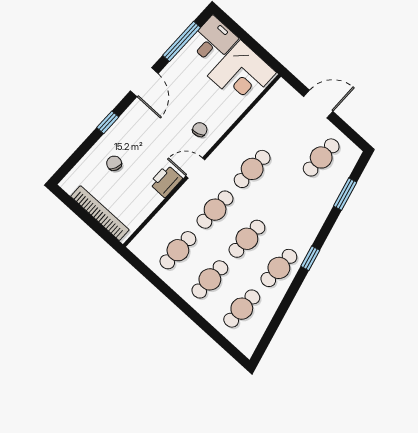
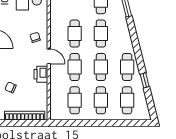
door: (195, 168) -> (49, 56), swing flipped
cafe table: (284, 198) -> (101, 34), added
window: (310, 258) -> (145, 80), moved

